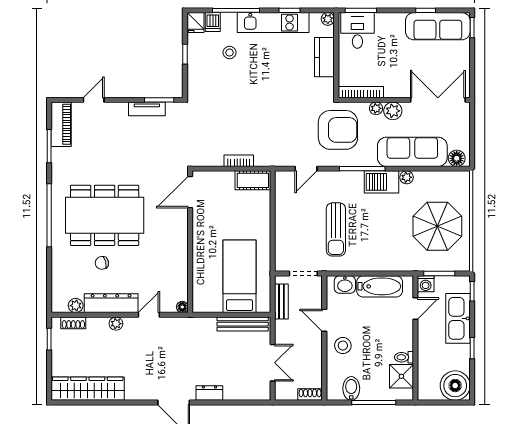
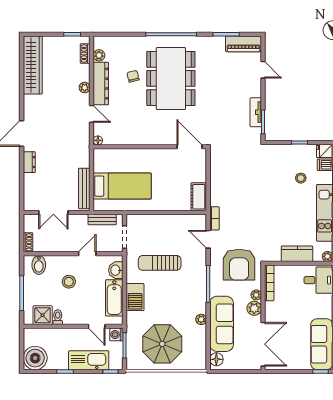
bookcase: (239, 161) -> (214, 218), moved
barbecue: (381, 182) -> (135, 297), moved, turned 180
stool: (343, 346) -> (69, 282), moved
bidet: (351, 388) -> (39, 265), moved, turned 90

